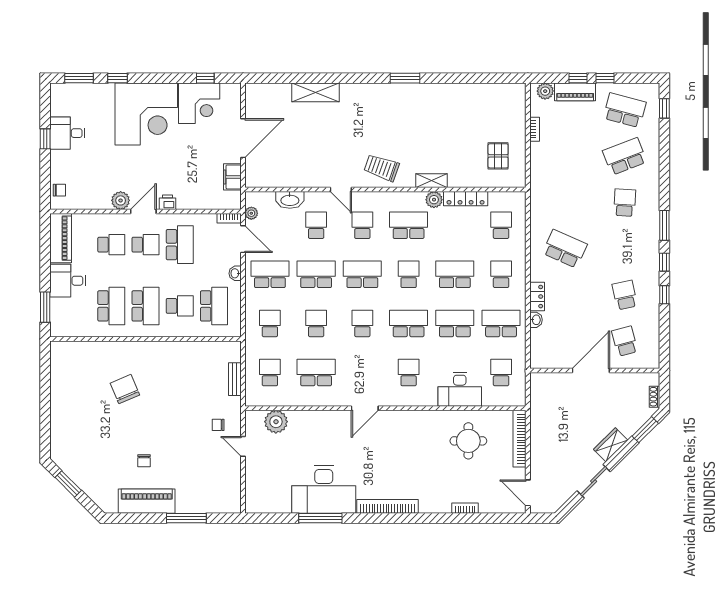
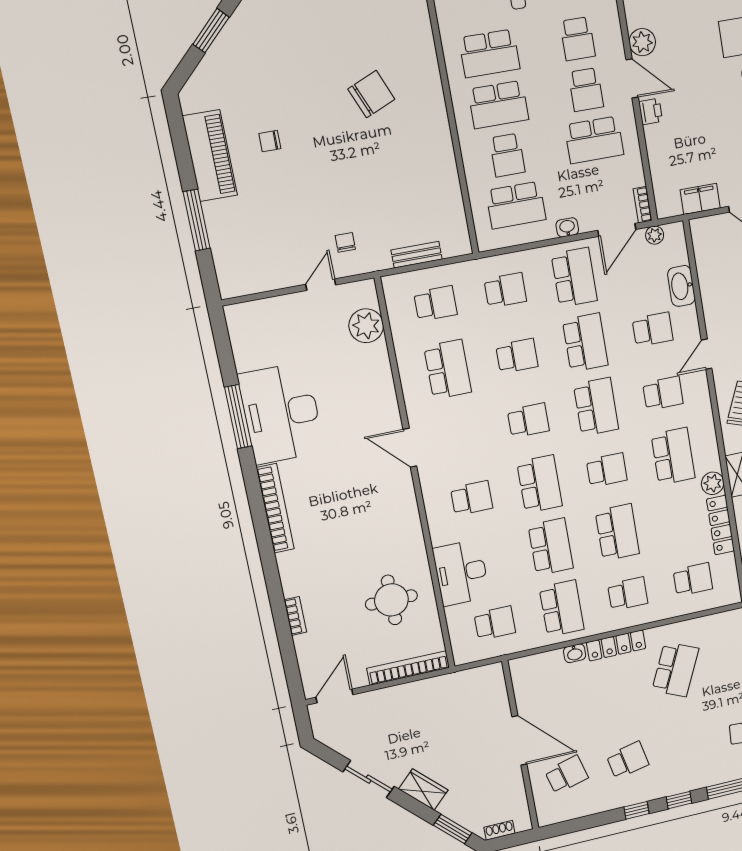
locker: (537, 297) -> (616, 645), width x1.53

